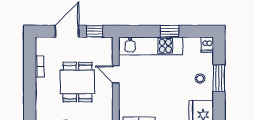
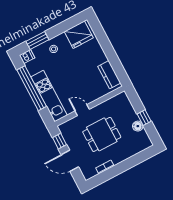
window: (169, 31) -> (32, 88), width x3.17
door: (116, 74) -> (82, 110), swing flipped
window: (219, 78) -> (37, 40), moved

